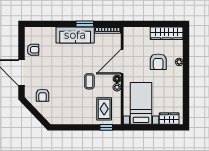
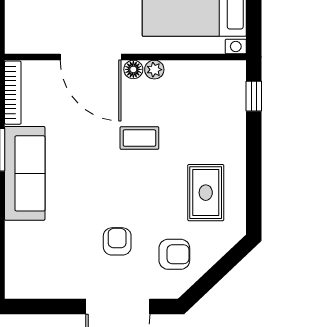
armchair: (33, 50) -> (117, 241), moved
rug: (104, 109) -> (206, 193), moved, turned 90

